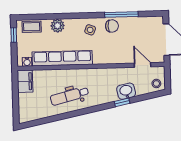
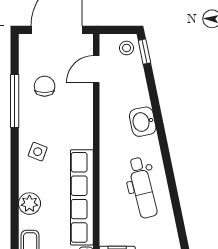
chair: (112, 26) -> (45, 86), moved
washbasin: (126, 91) -> (143, 122), moved
window: (122, 102) -> (144, 52), moved

